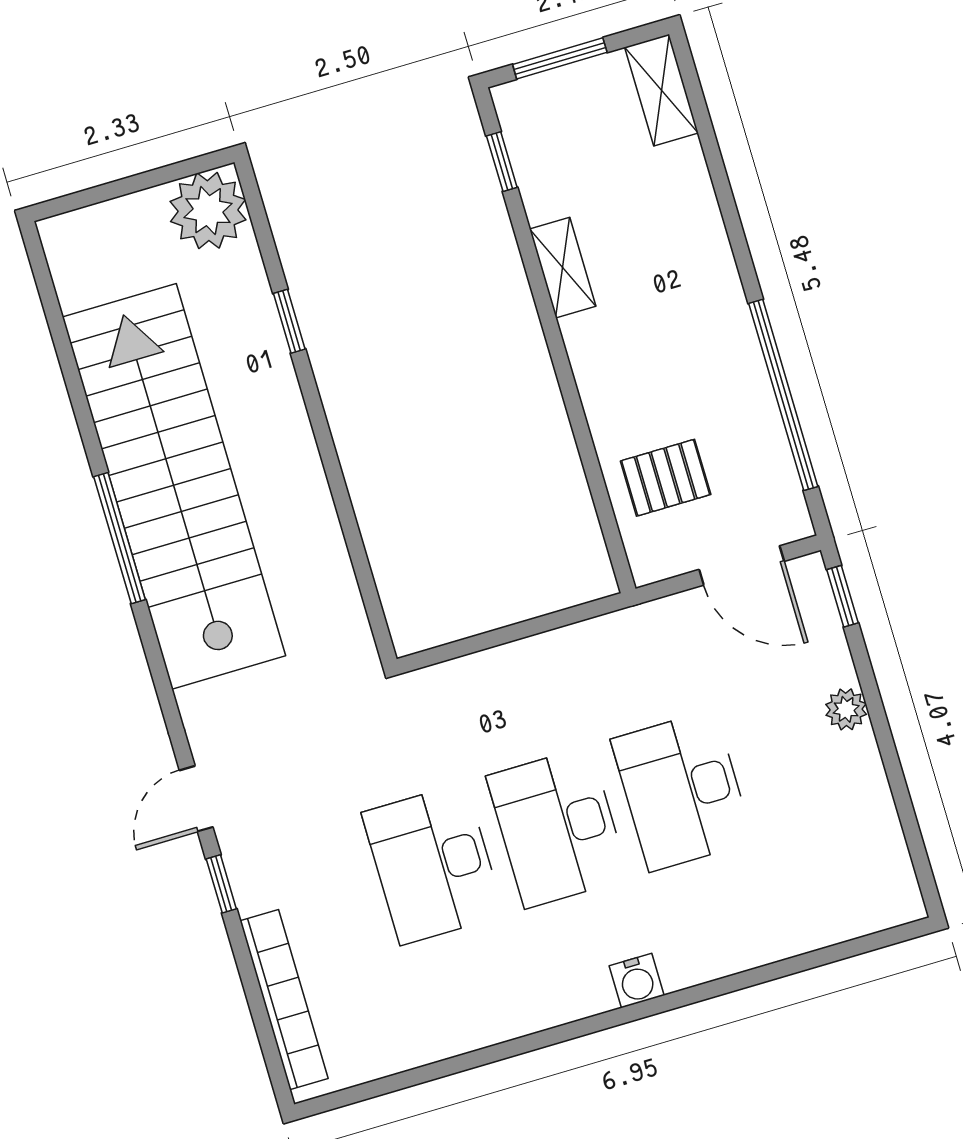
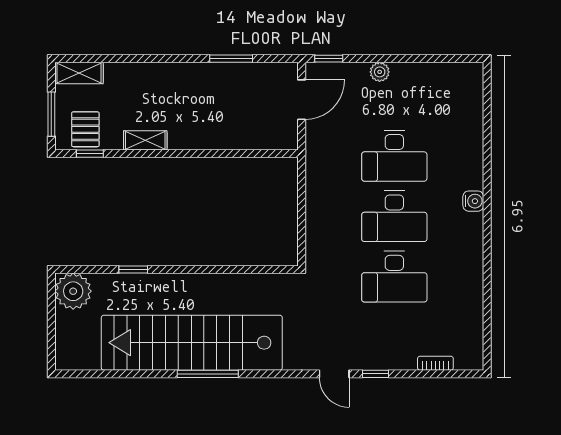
window: (783, 395) -> (231, 59), width x0.47
pallet: (666, 478) -> (85, 129), moved
bookcase: (284, 1000) -> (435, 363), width x0.43, depth x0.76

